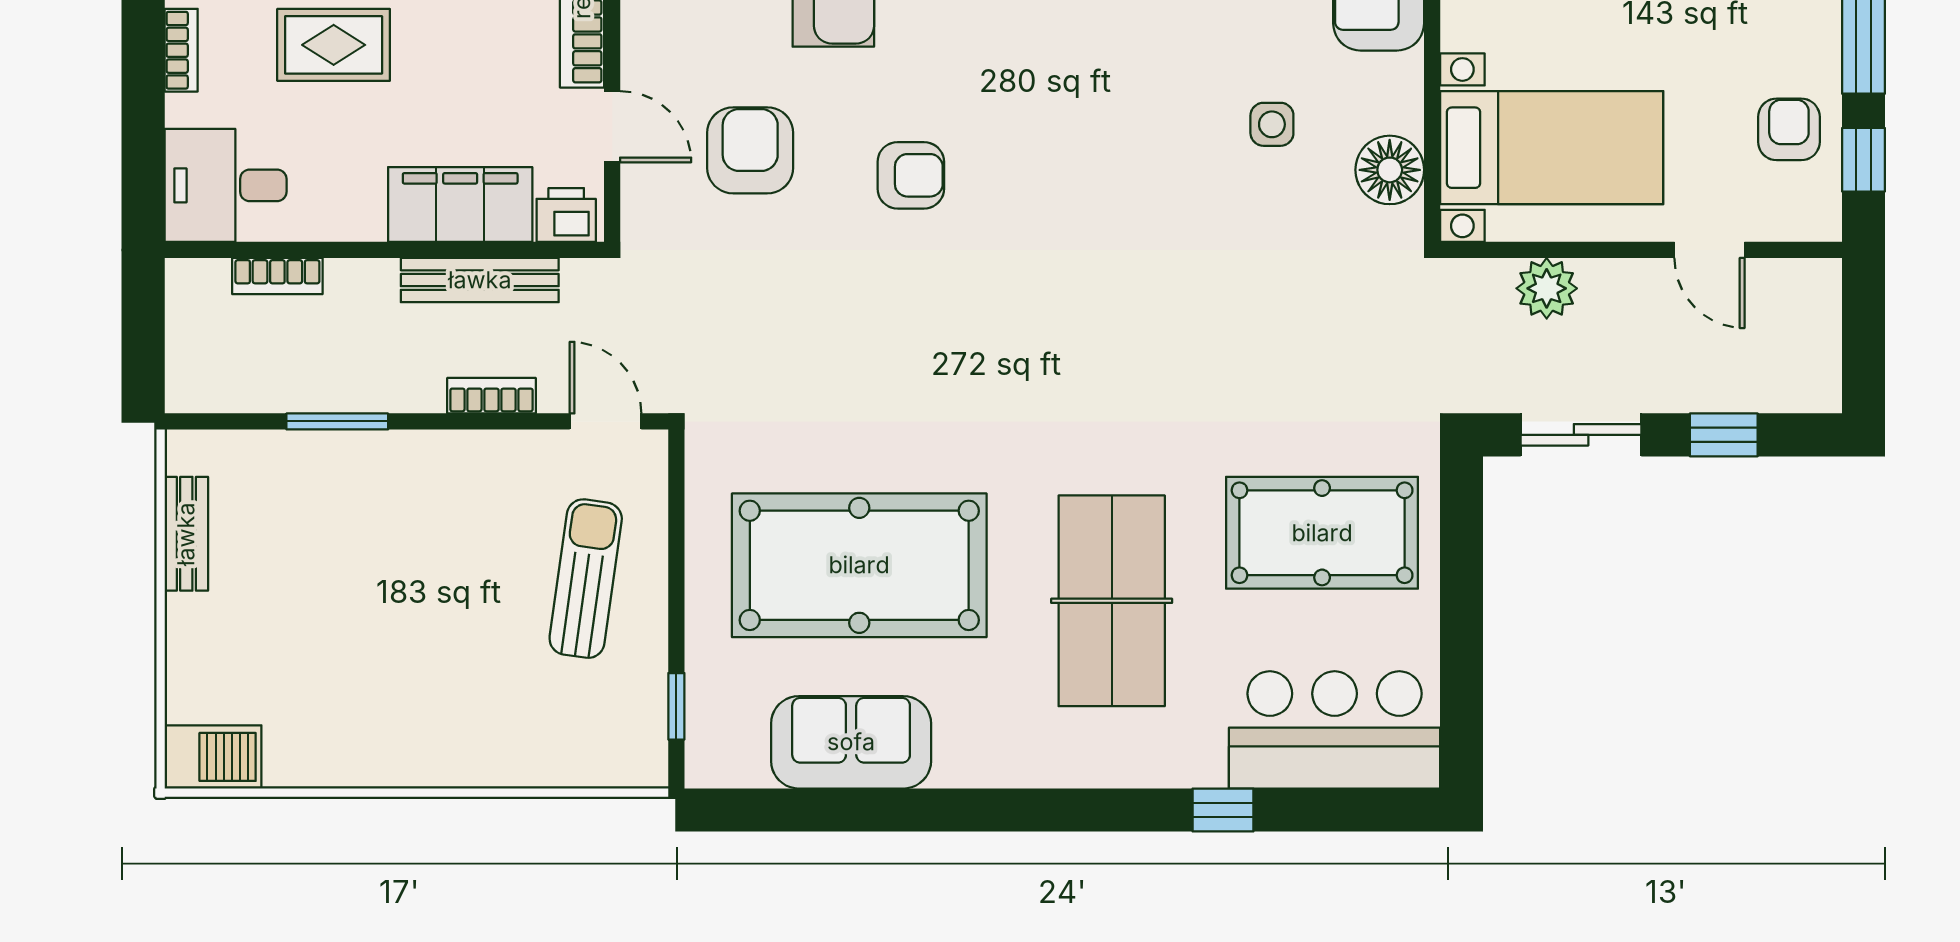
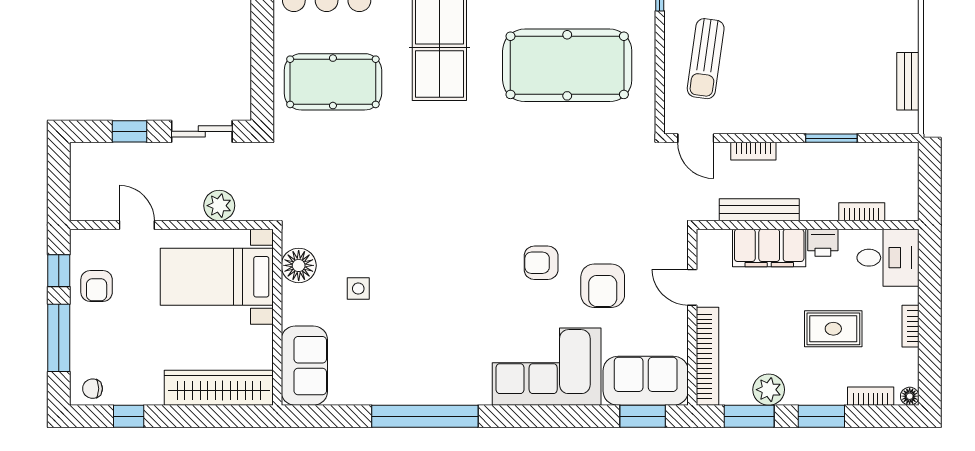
armchair: (750, 150) -> (603, 286), moved
printer: (566, 215) -> (823, 243), moved

